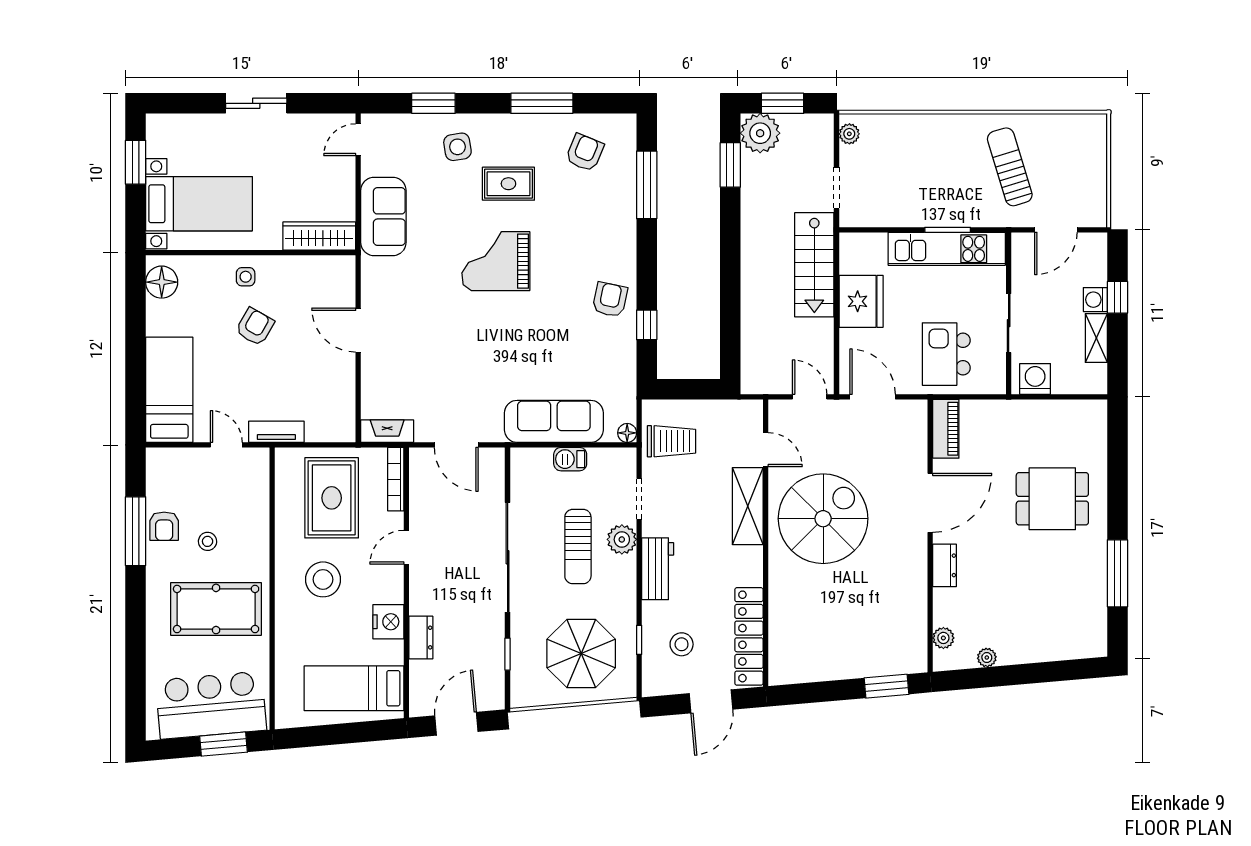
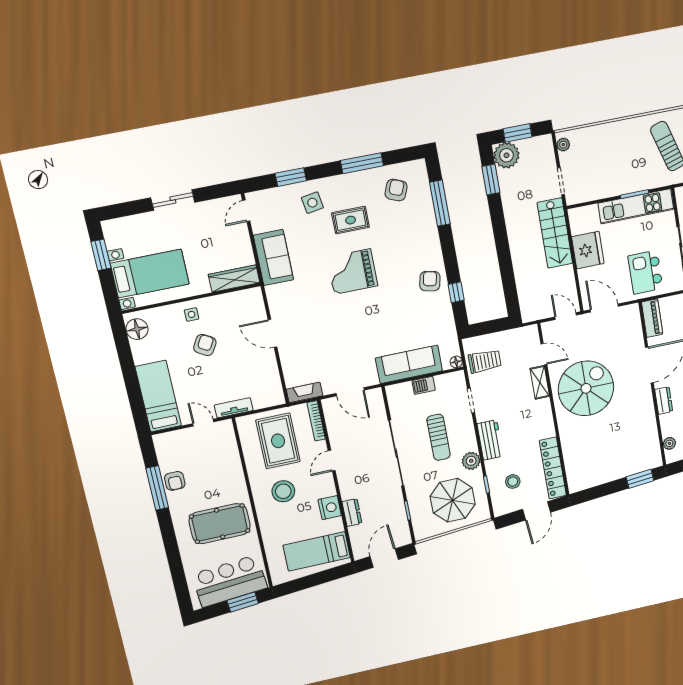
shelving: (748, 506) -> (540, 382), width x0.67, depth x0.75
plant: (622, 539) -> (471, 461), moved
stool: (208, 541) -> (205, 484), removed

